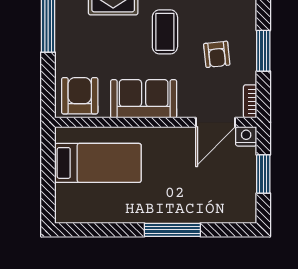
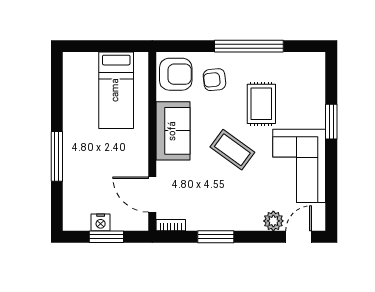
coffee table: (165, 32) -> (232, 150), turned 36
armchair: (217, 54) -> (214, 80), moved
nightstand: (246, 136) -> (101, 222), moved, turned 90

